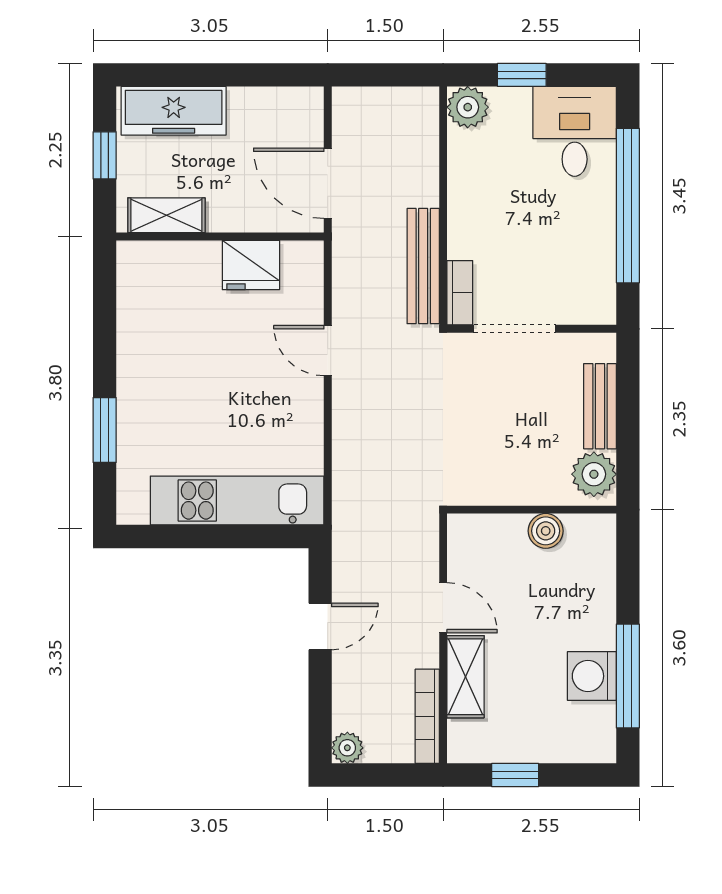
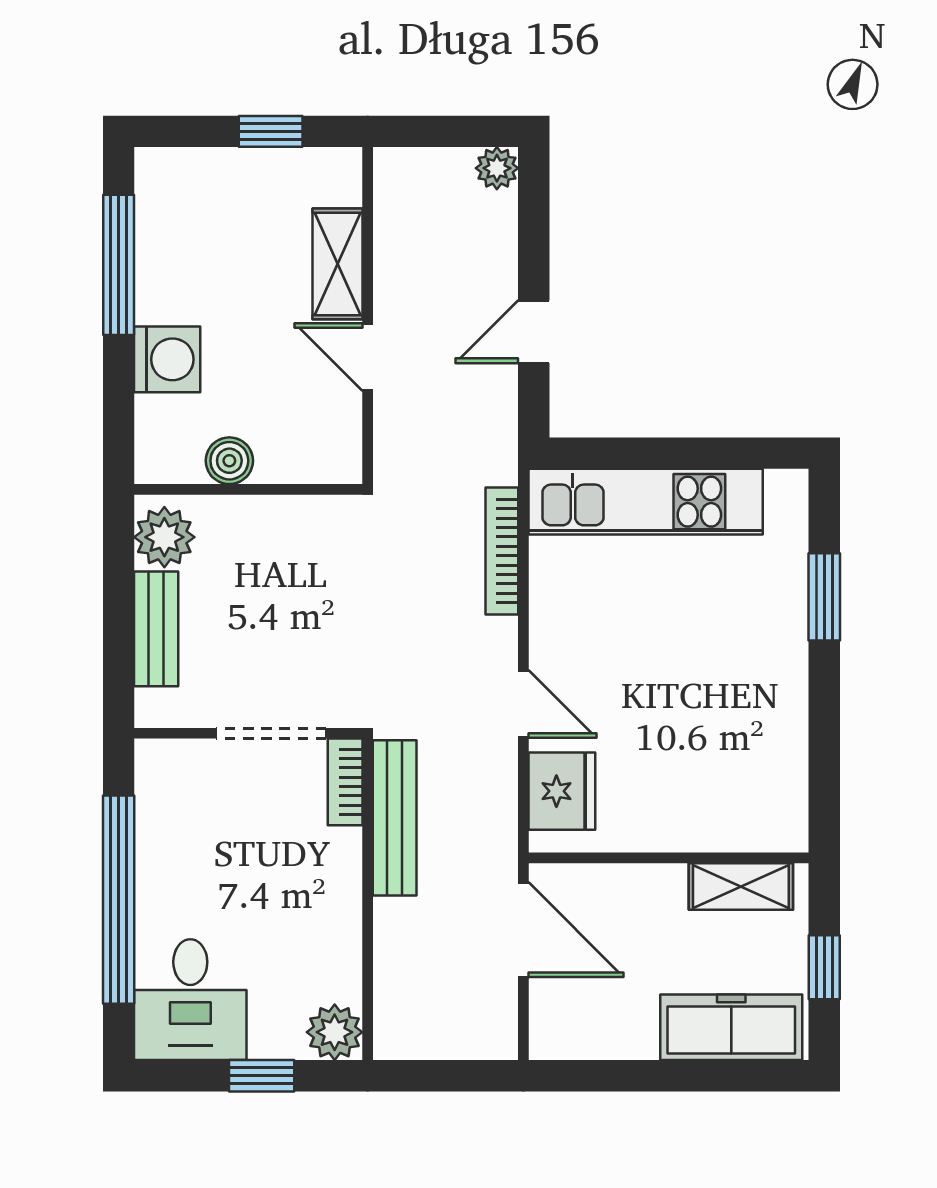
fridge: (251, 265) -> (562, 791), moved, turned 90
washing machine: (592, 676) -> (167, 359), moved
bookcase: (427, 716) -> (502, 551), moved, turned 180

